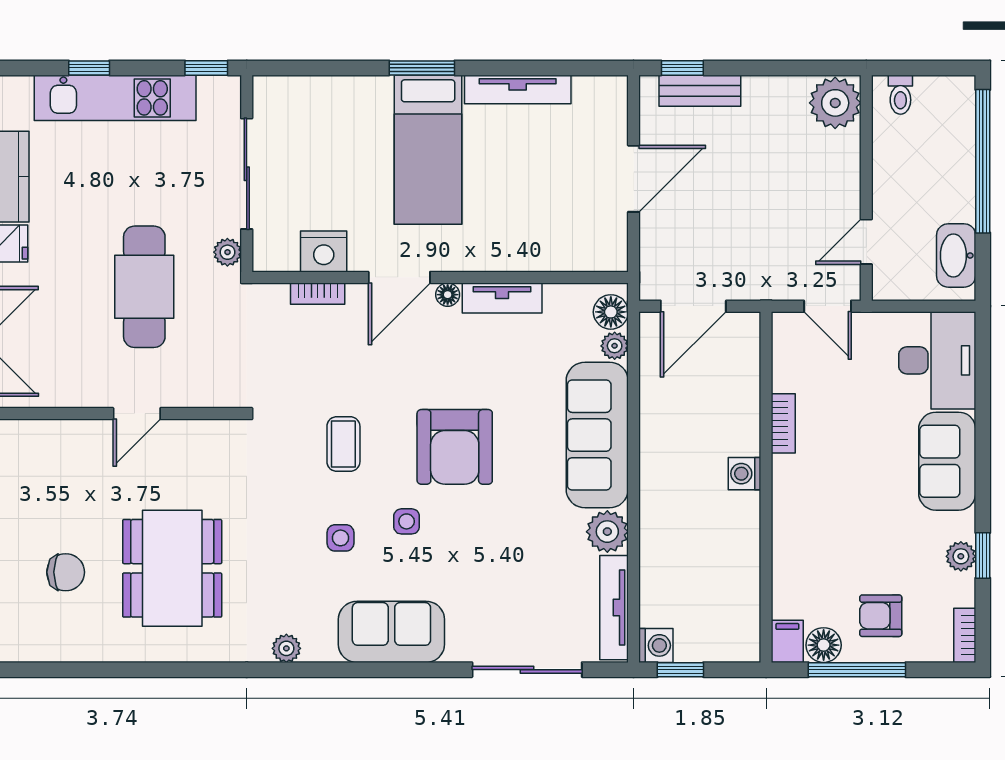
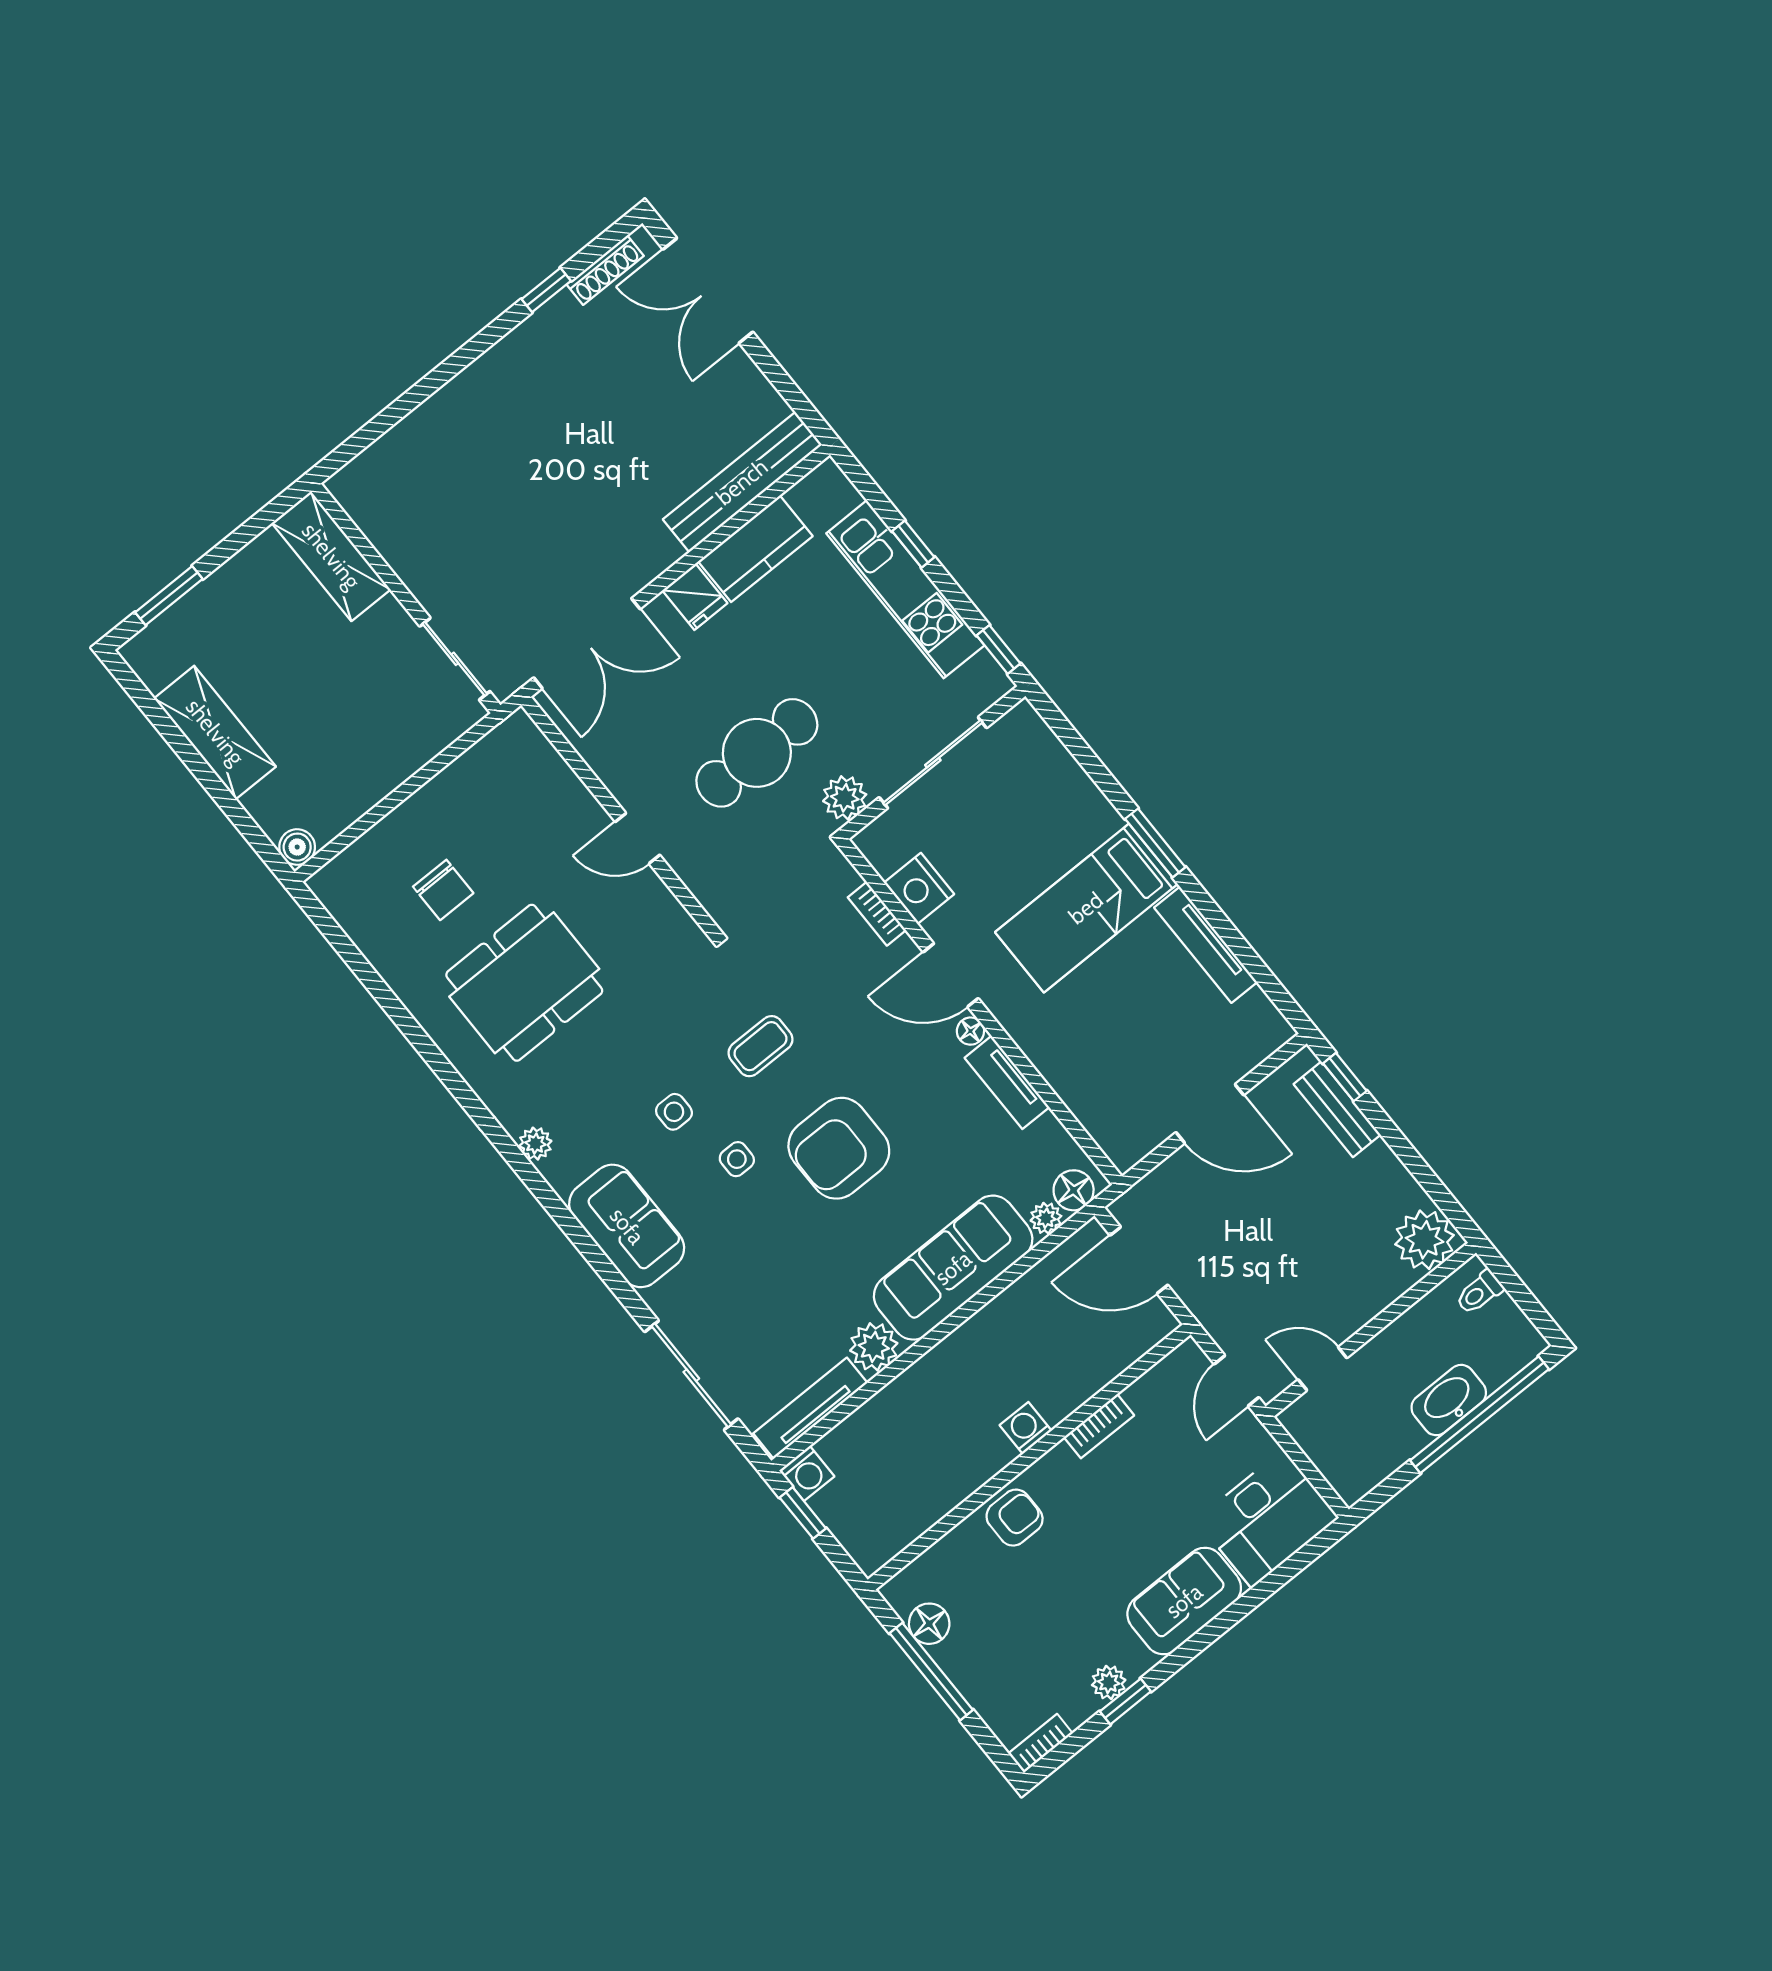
plant: (227, 252) -> (845, 798), width x1.38, depth x1.38
washbasin: (956, 255) -> (1449, 1400), moved
armchair: (881, 616) -> (1015, 1518), moved, turned 90
filing cabinet: (787, 641) -> (906, 1588), removed

